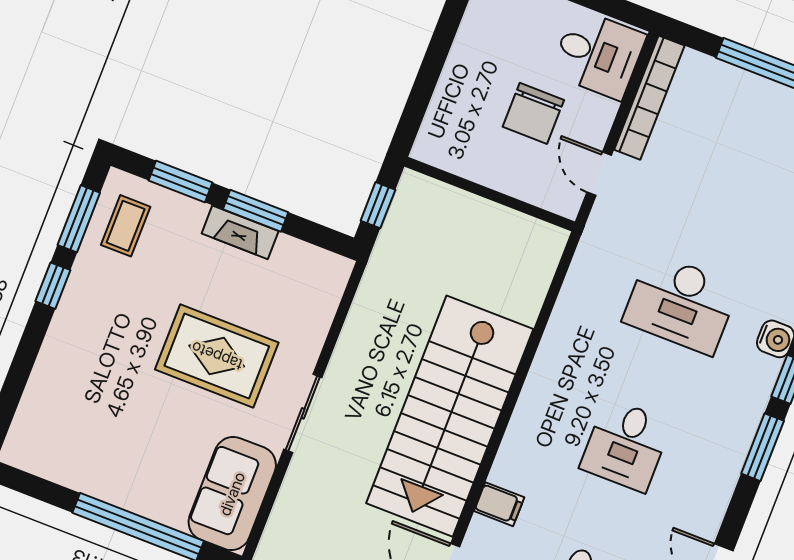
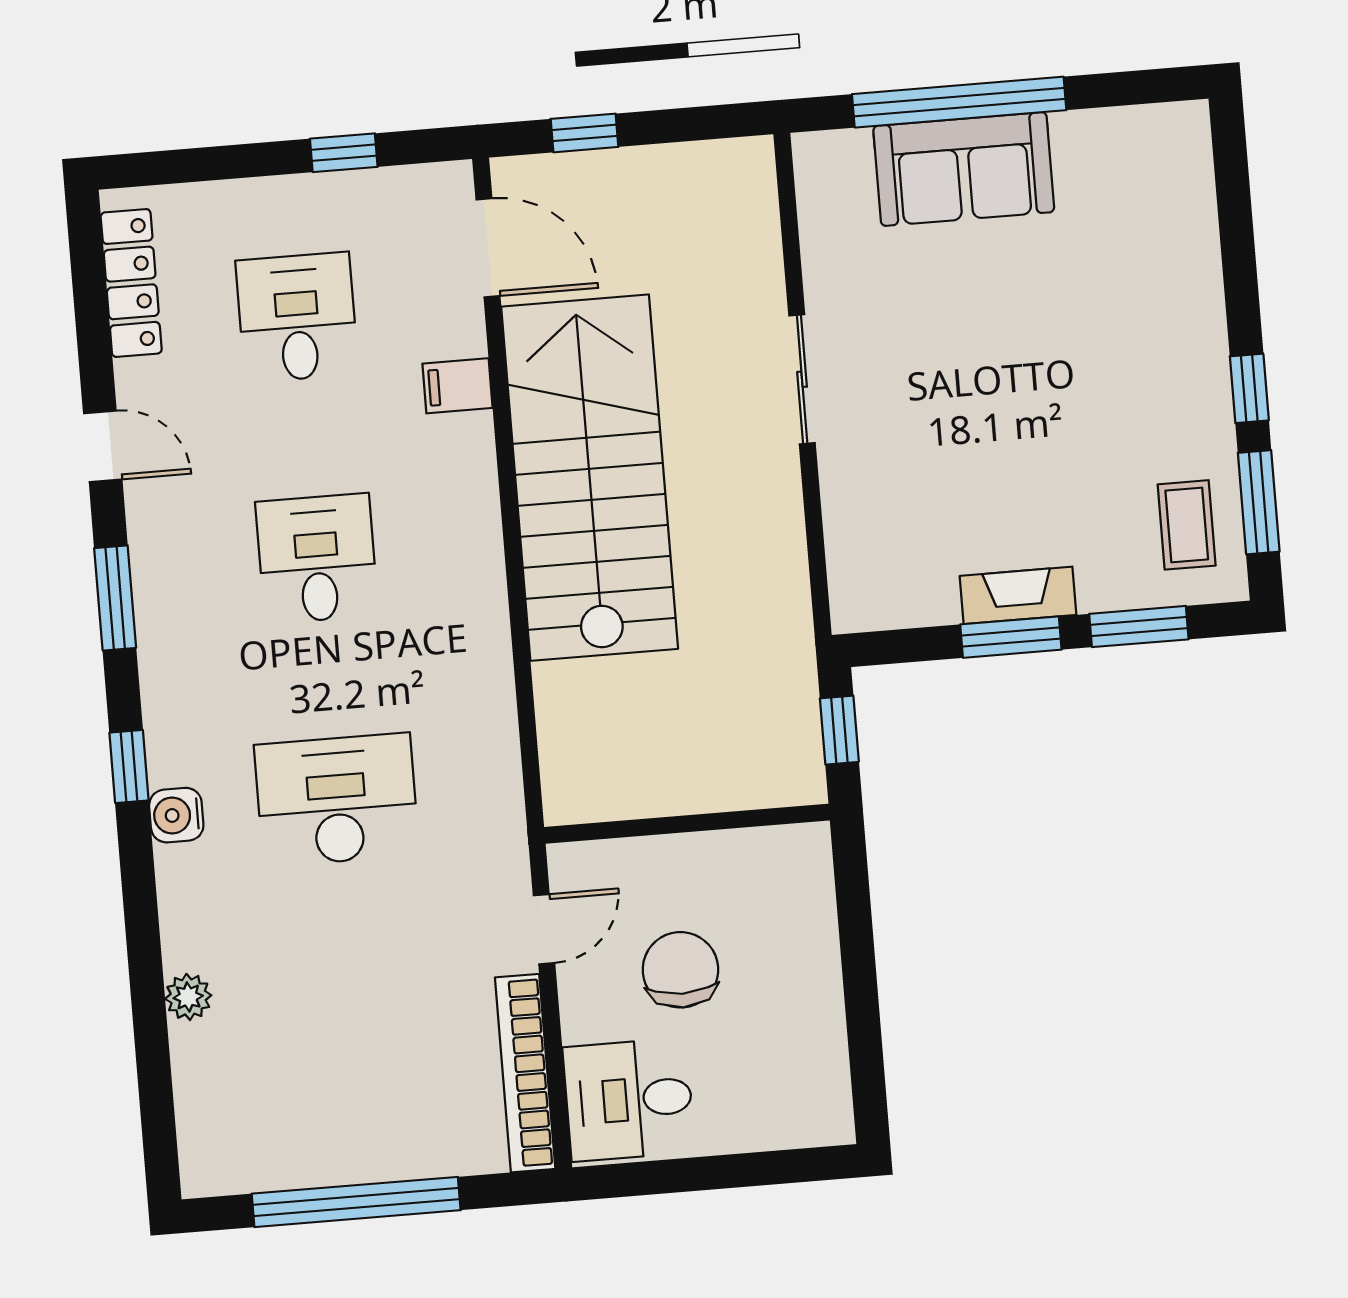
door: (599, 174) -> (544, 929), hinge flipped
rug: (217, 356) -> (965, 402), removed
window: (763, 447) -> (115, 598), moved
sofa: (232, 494) -> (964, 169), moved, turned 90

